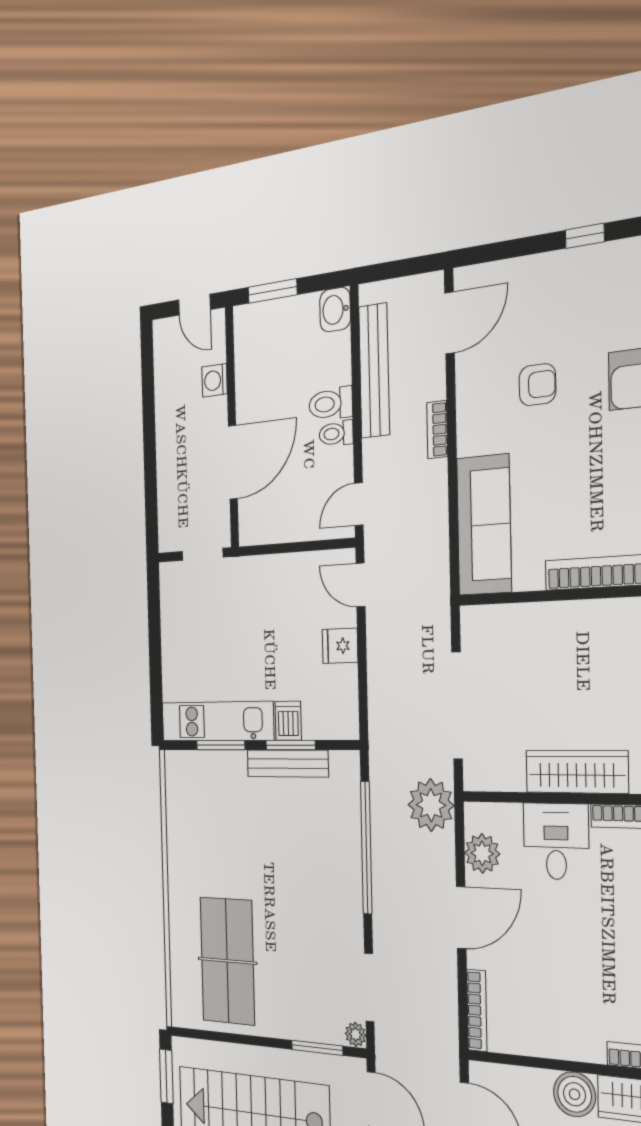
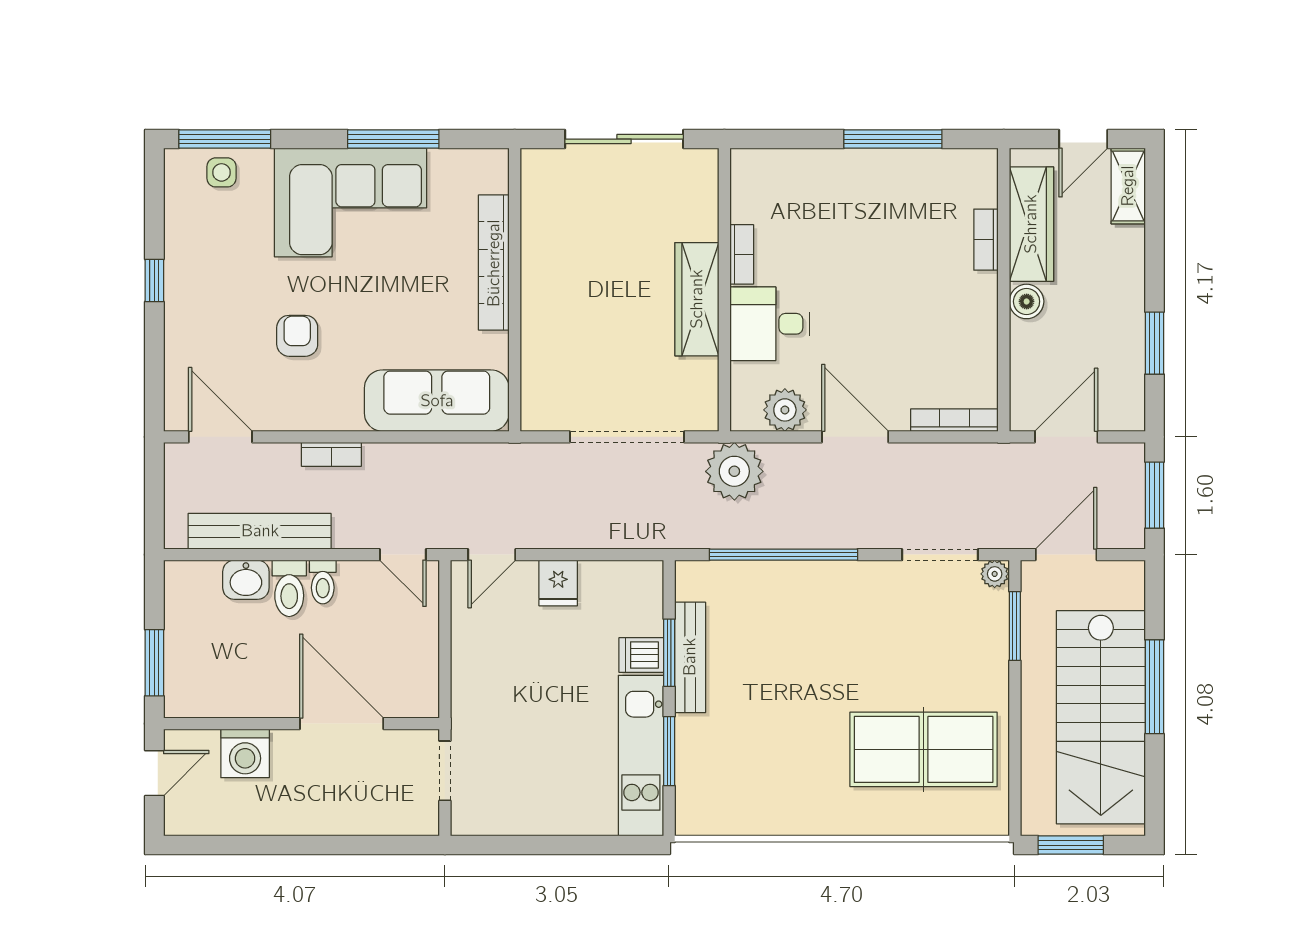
washbasin: (335, 310) -> (246, 580), moved
washing machine: (215, 380) -> (245, 753), width x1.38, depth x1.38
boiler: (574, 1094) -> (1027, 301), width x0.73, depth x0.73

